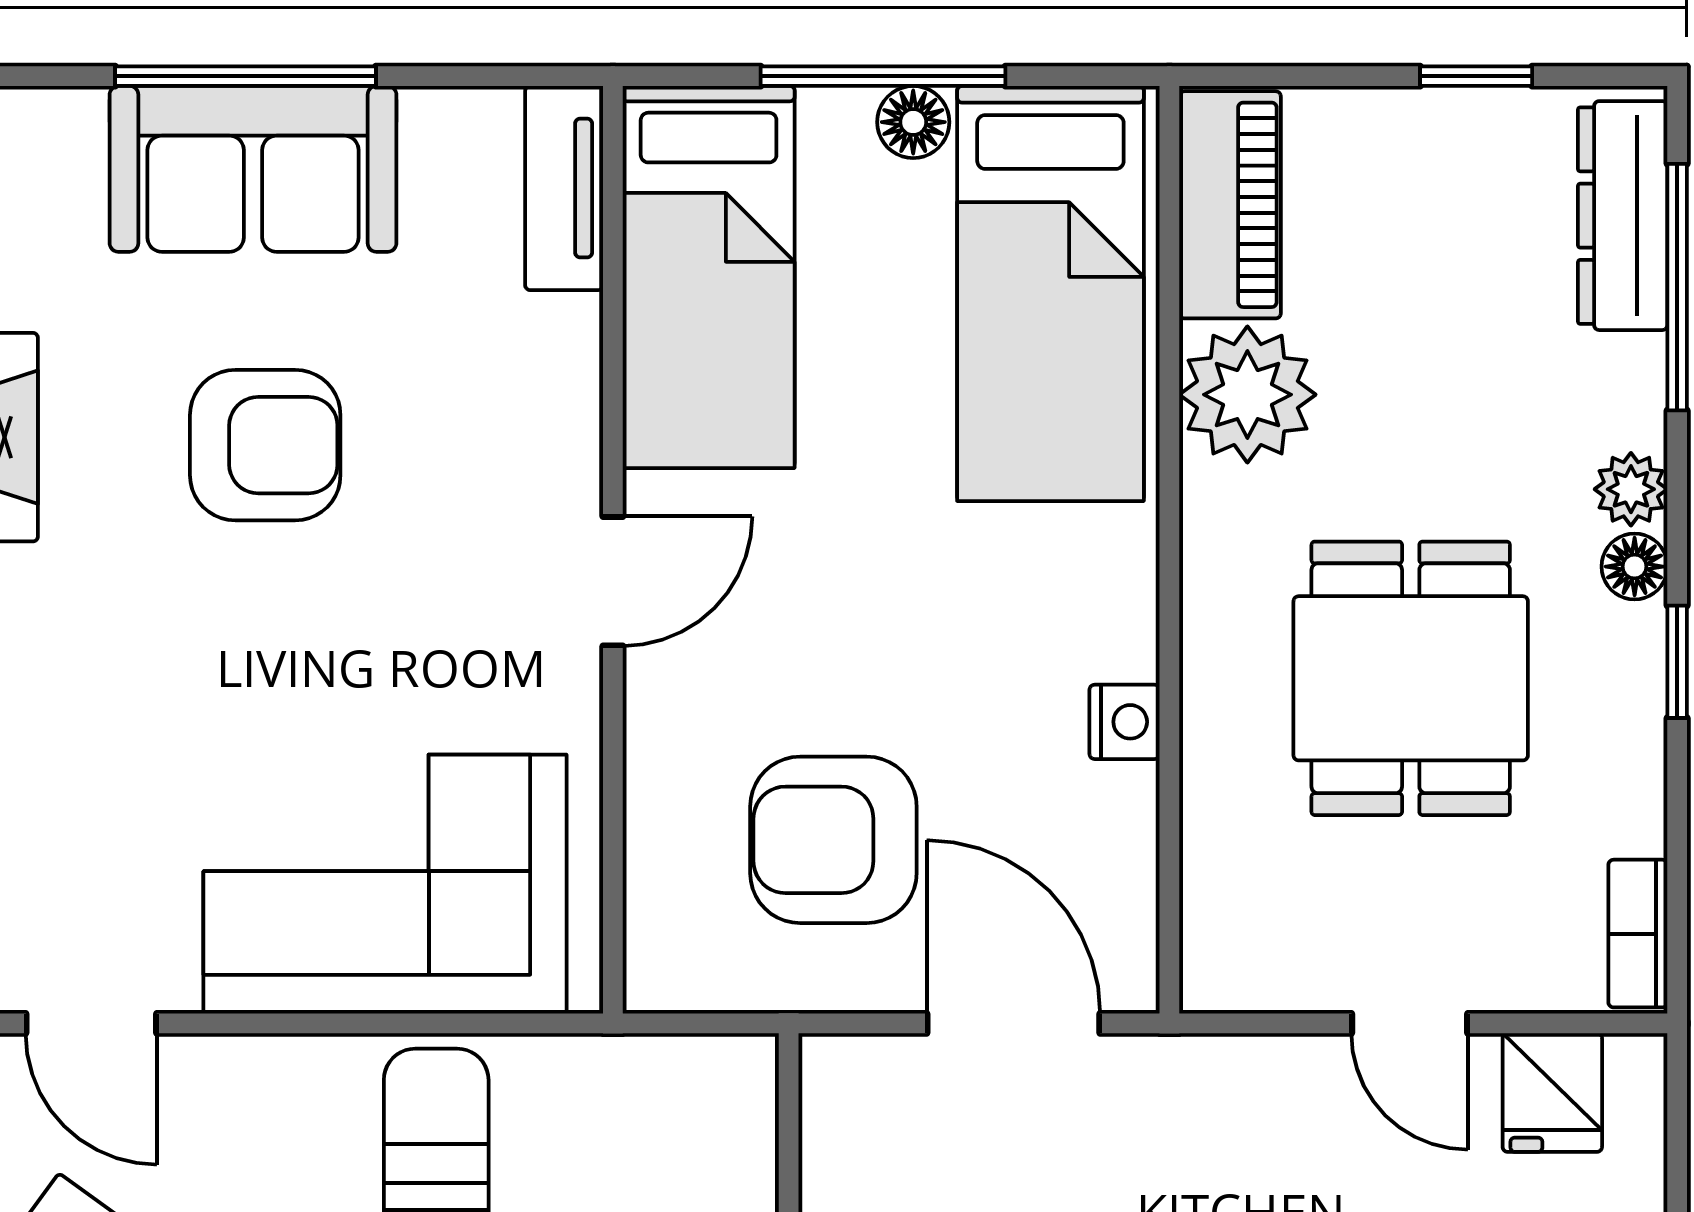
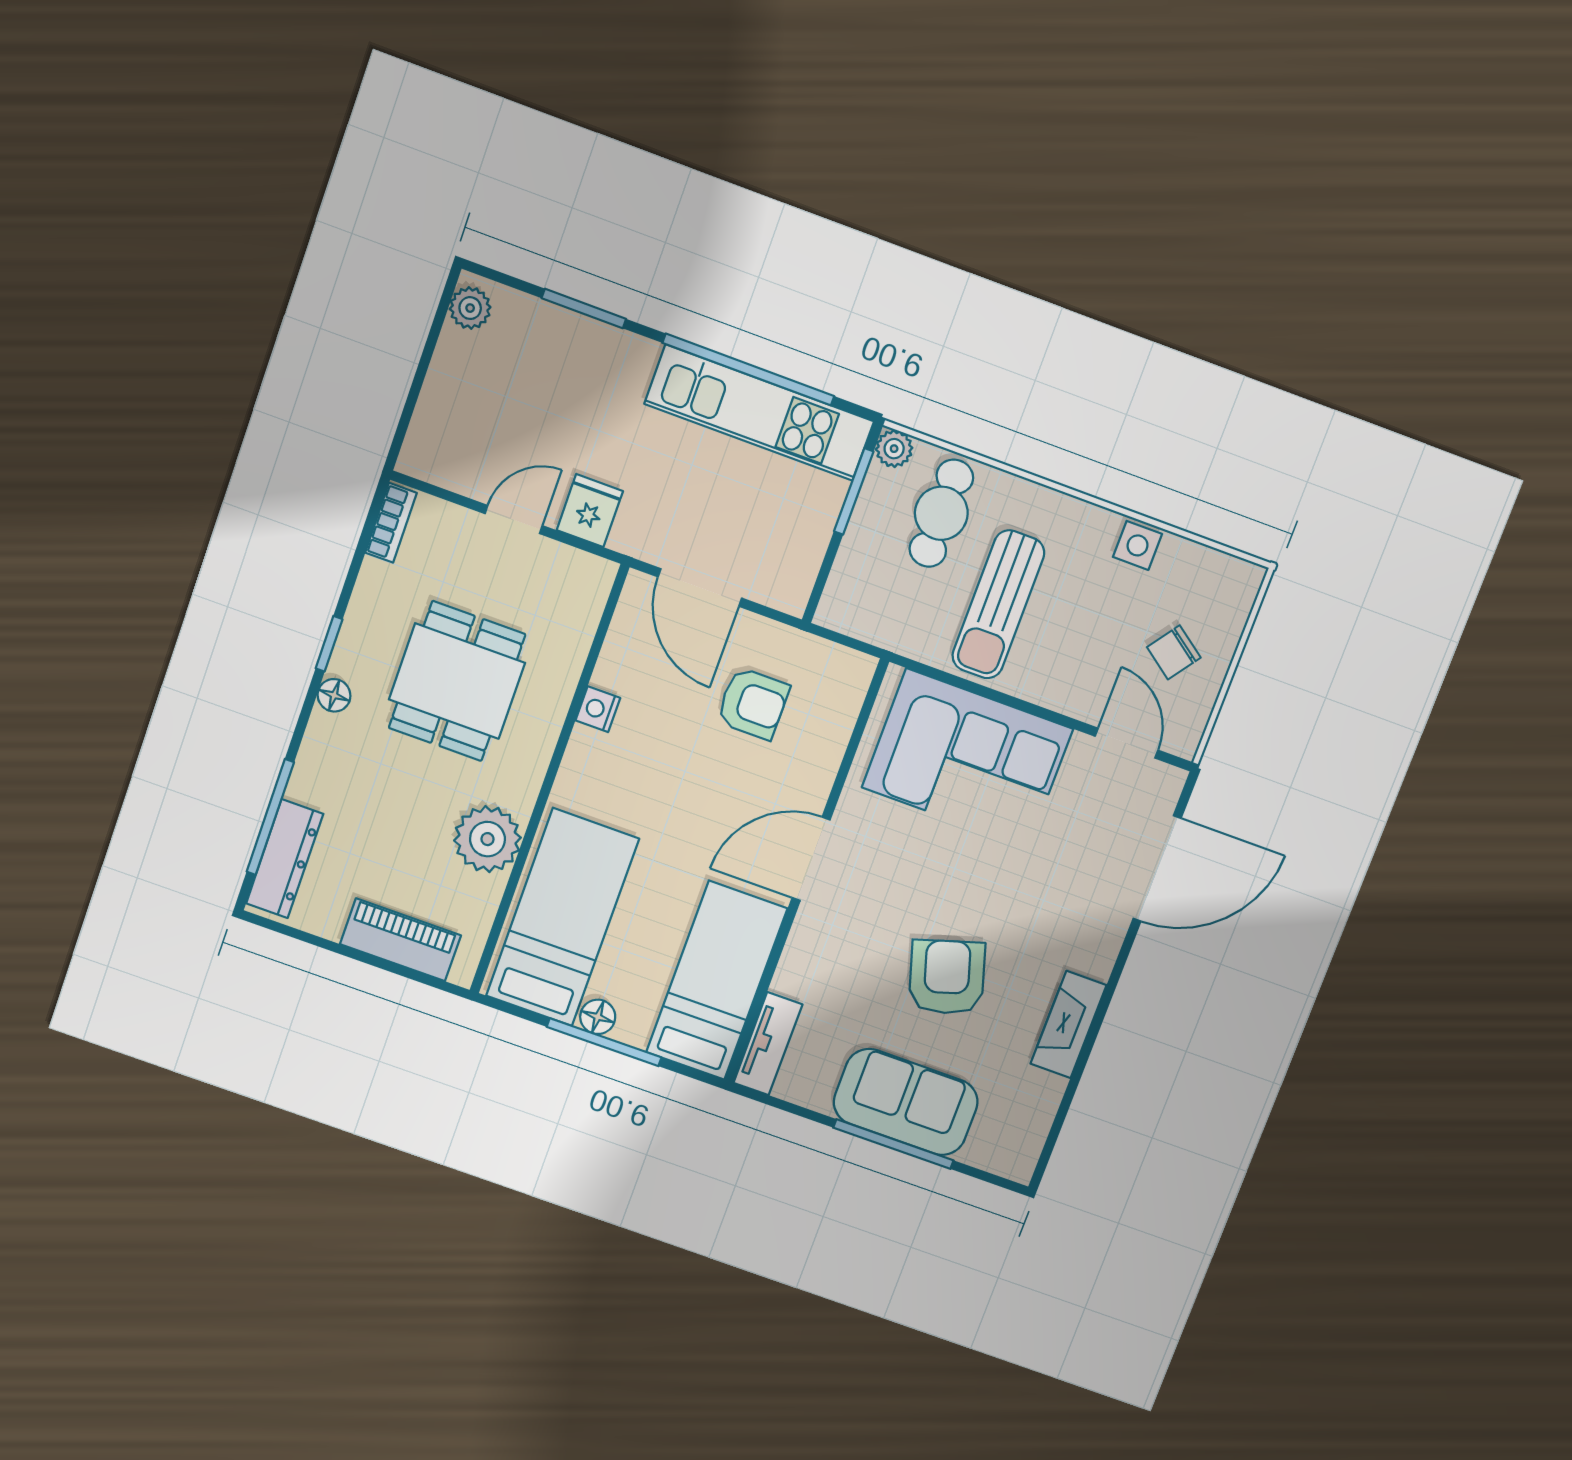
window: (1476, 76) -> (331, 946), removed
piano: (1230, 205) -> (400, 940), moved, turned 90
armchair: (265, 445) -> (947, 977), turned 73
plant: (1631, 489) -> (324, 732), removed
door: (613, 581) -> (811, 859), width x1.38
armchair: (833, 840) -> (753, 703), width x0.72, depth x0.72
door: (1410, 1023) -> (514, 520), hinge flipped
fridge: (1552, 1093) -> (590, 511), moved

